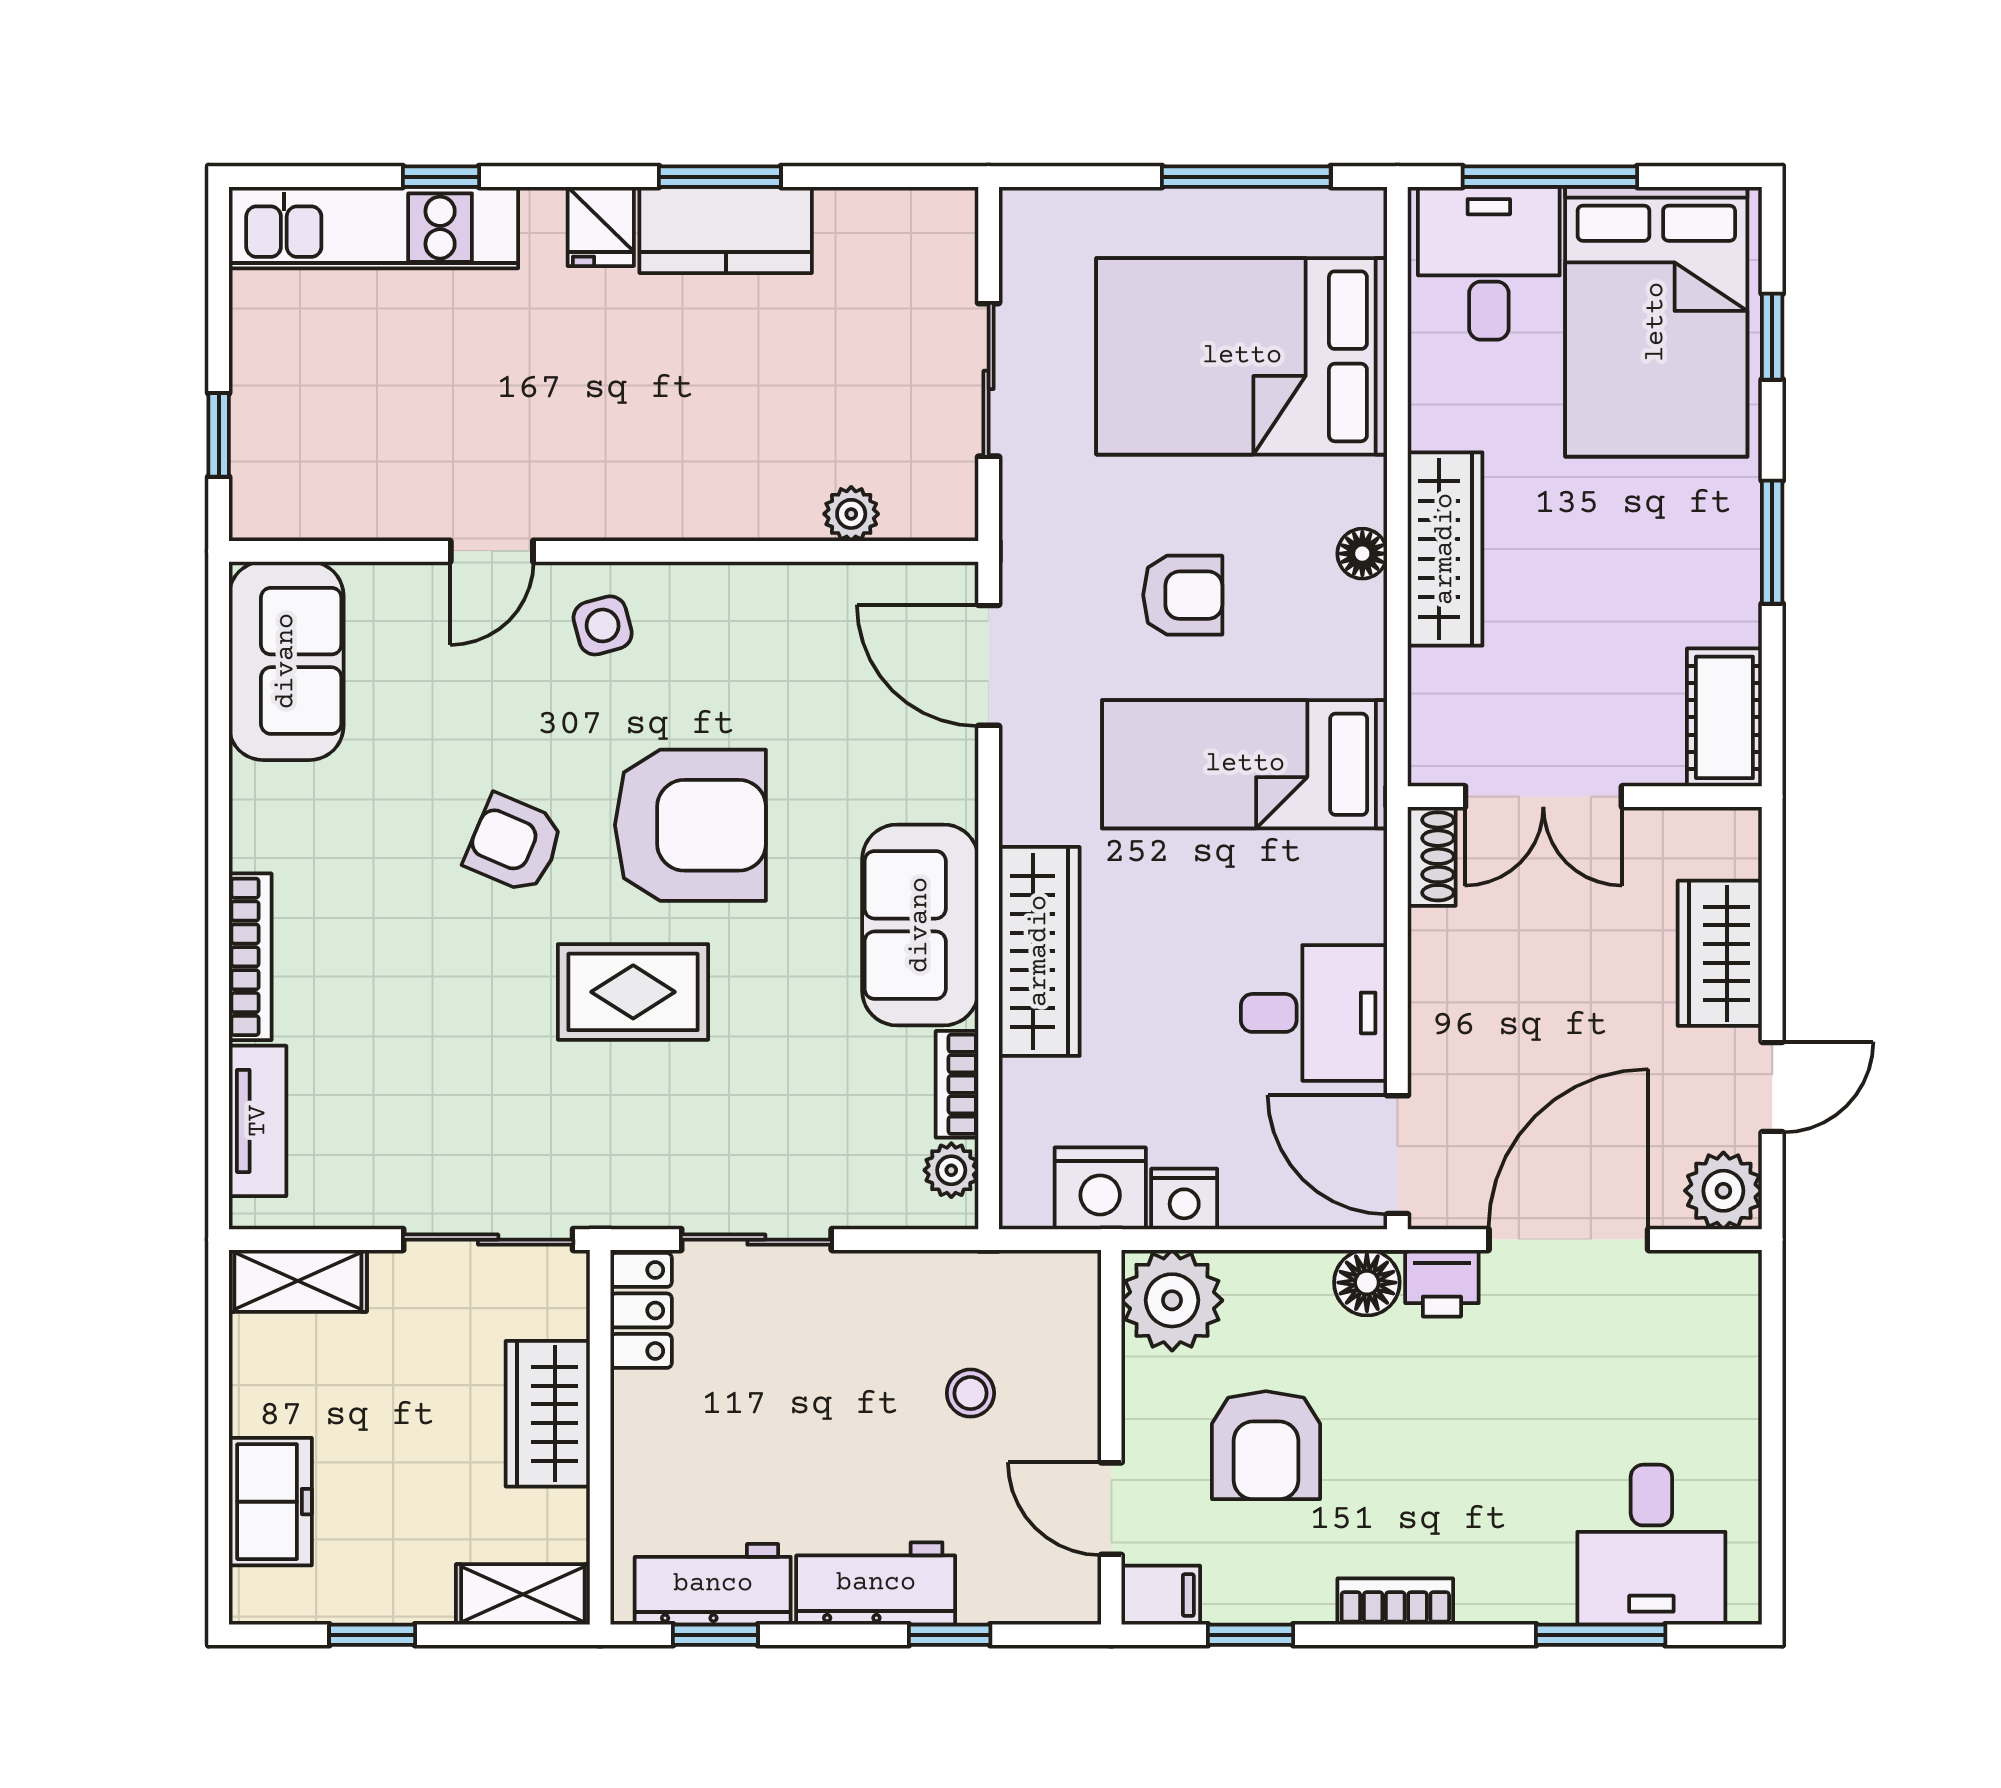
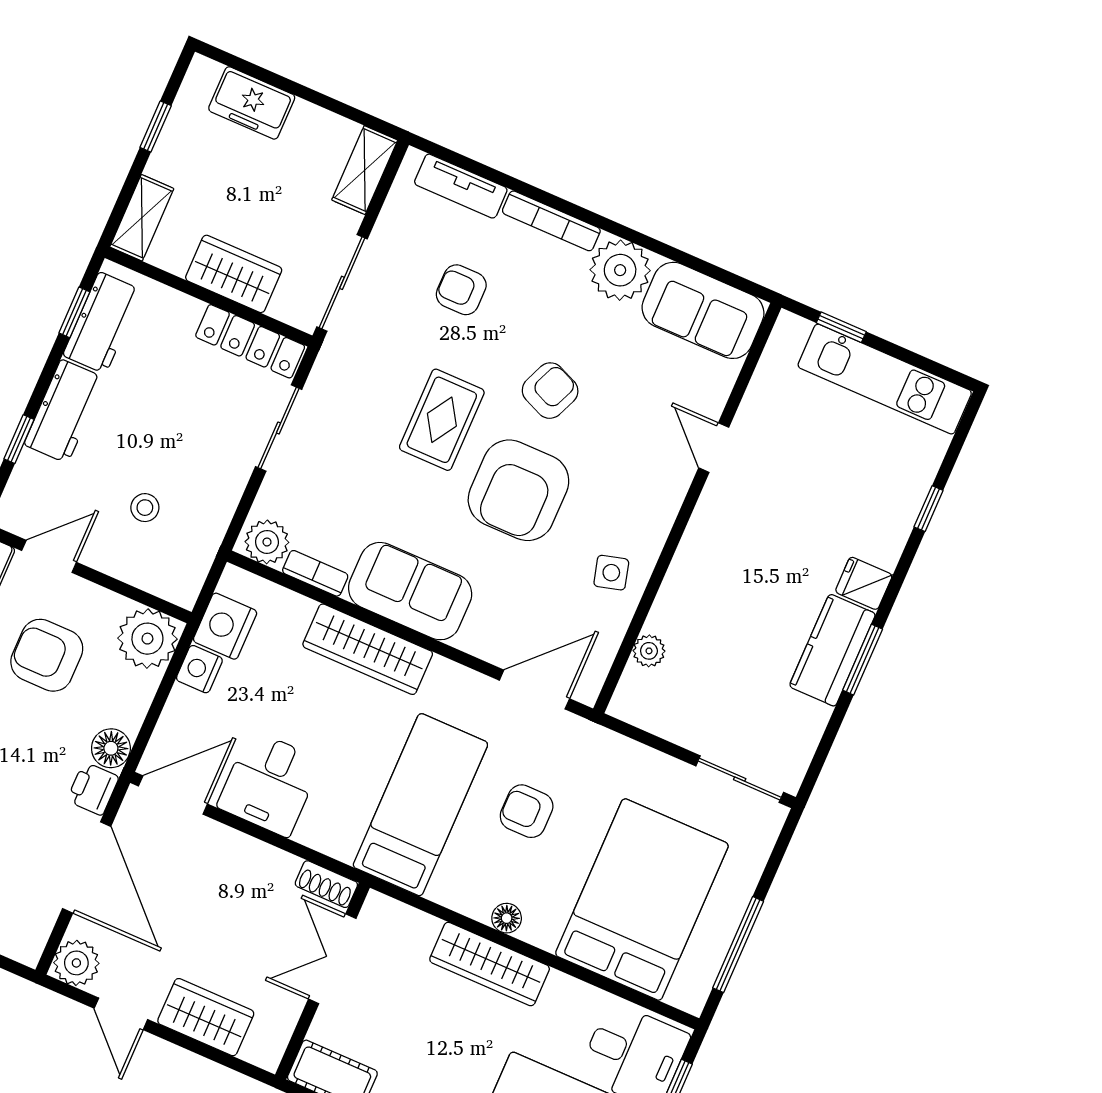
kitchen unit: (374, 228) -> (885, 379), moved, turned -90
sliding door: (989, 380) -> (740, 779), moved
armchair: (1183, 595) -> (527, 811), turned 90
side table: (603, 625) -> (611, 573), moved
plant: (280, 817) -> (620, 270), added
armchair: (418, 1050) -> (461, 290), added
plant: (951, 1170) -> (267, 542), width x1.38, depth x1.38
locker: (641, 1310) -> (250, 341), width x1.53

